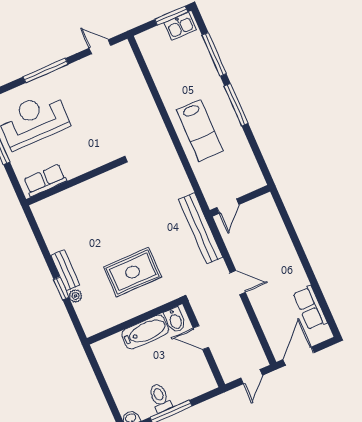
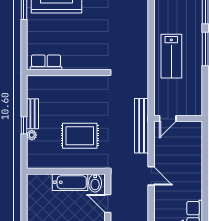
row of seats: (45, 180) -> (46, 62), moved
wall: (74, 182) -> (66, 73), moved

